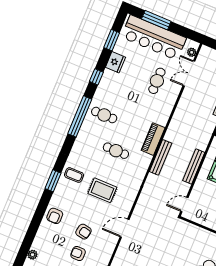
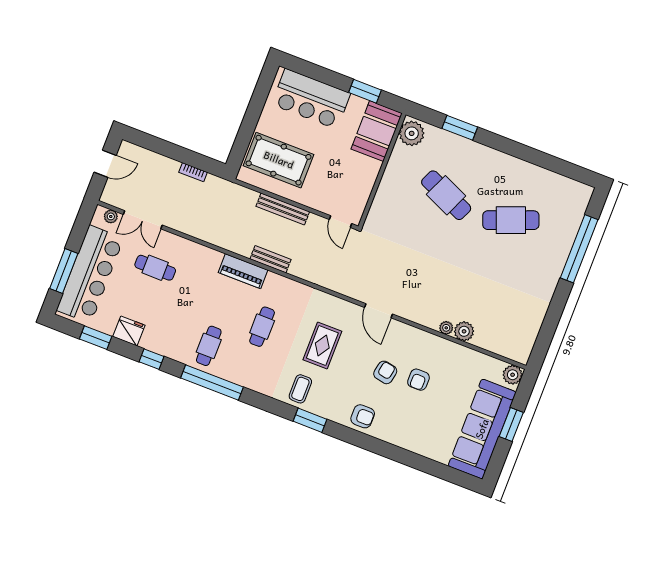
bench: (161, 157) -> (270, 259), width x0.73
plant: (33, 255) -> (422, 448), removed

